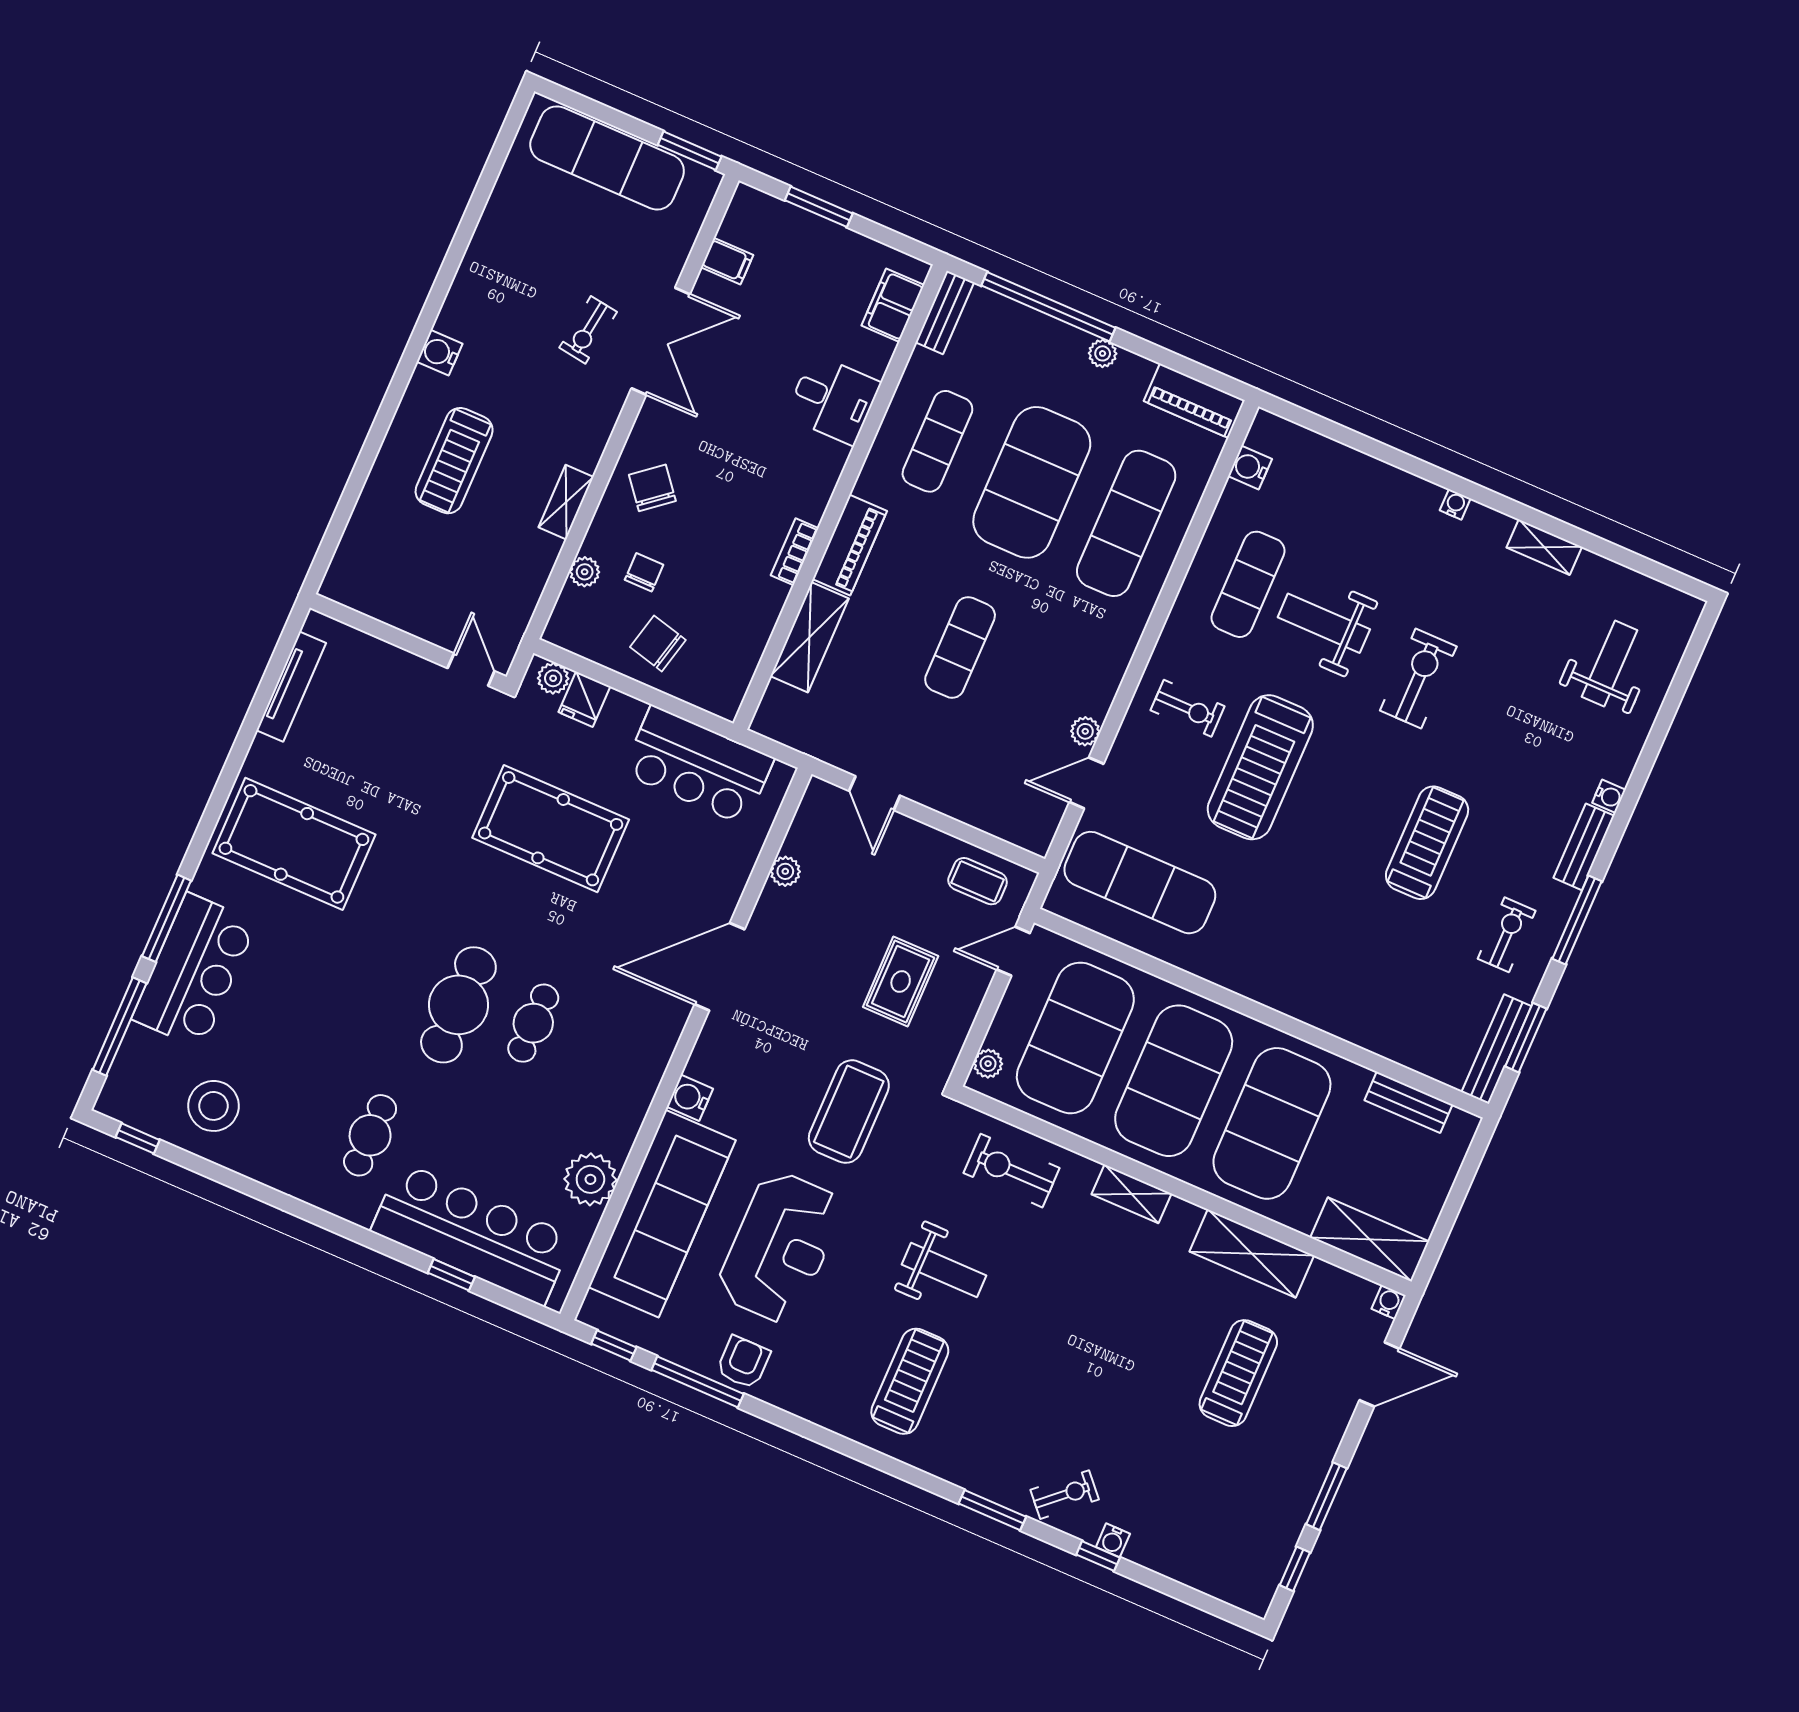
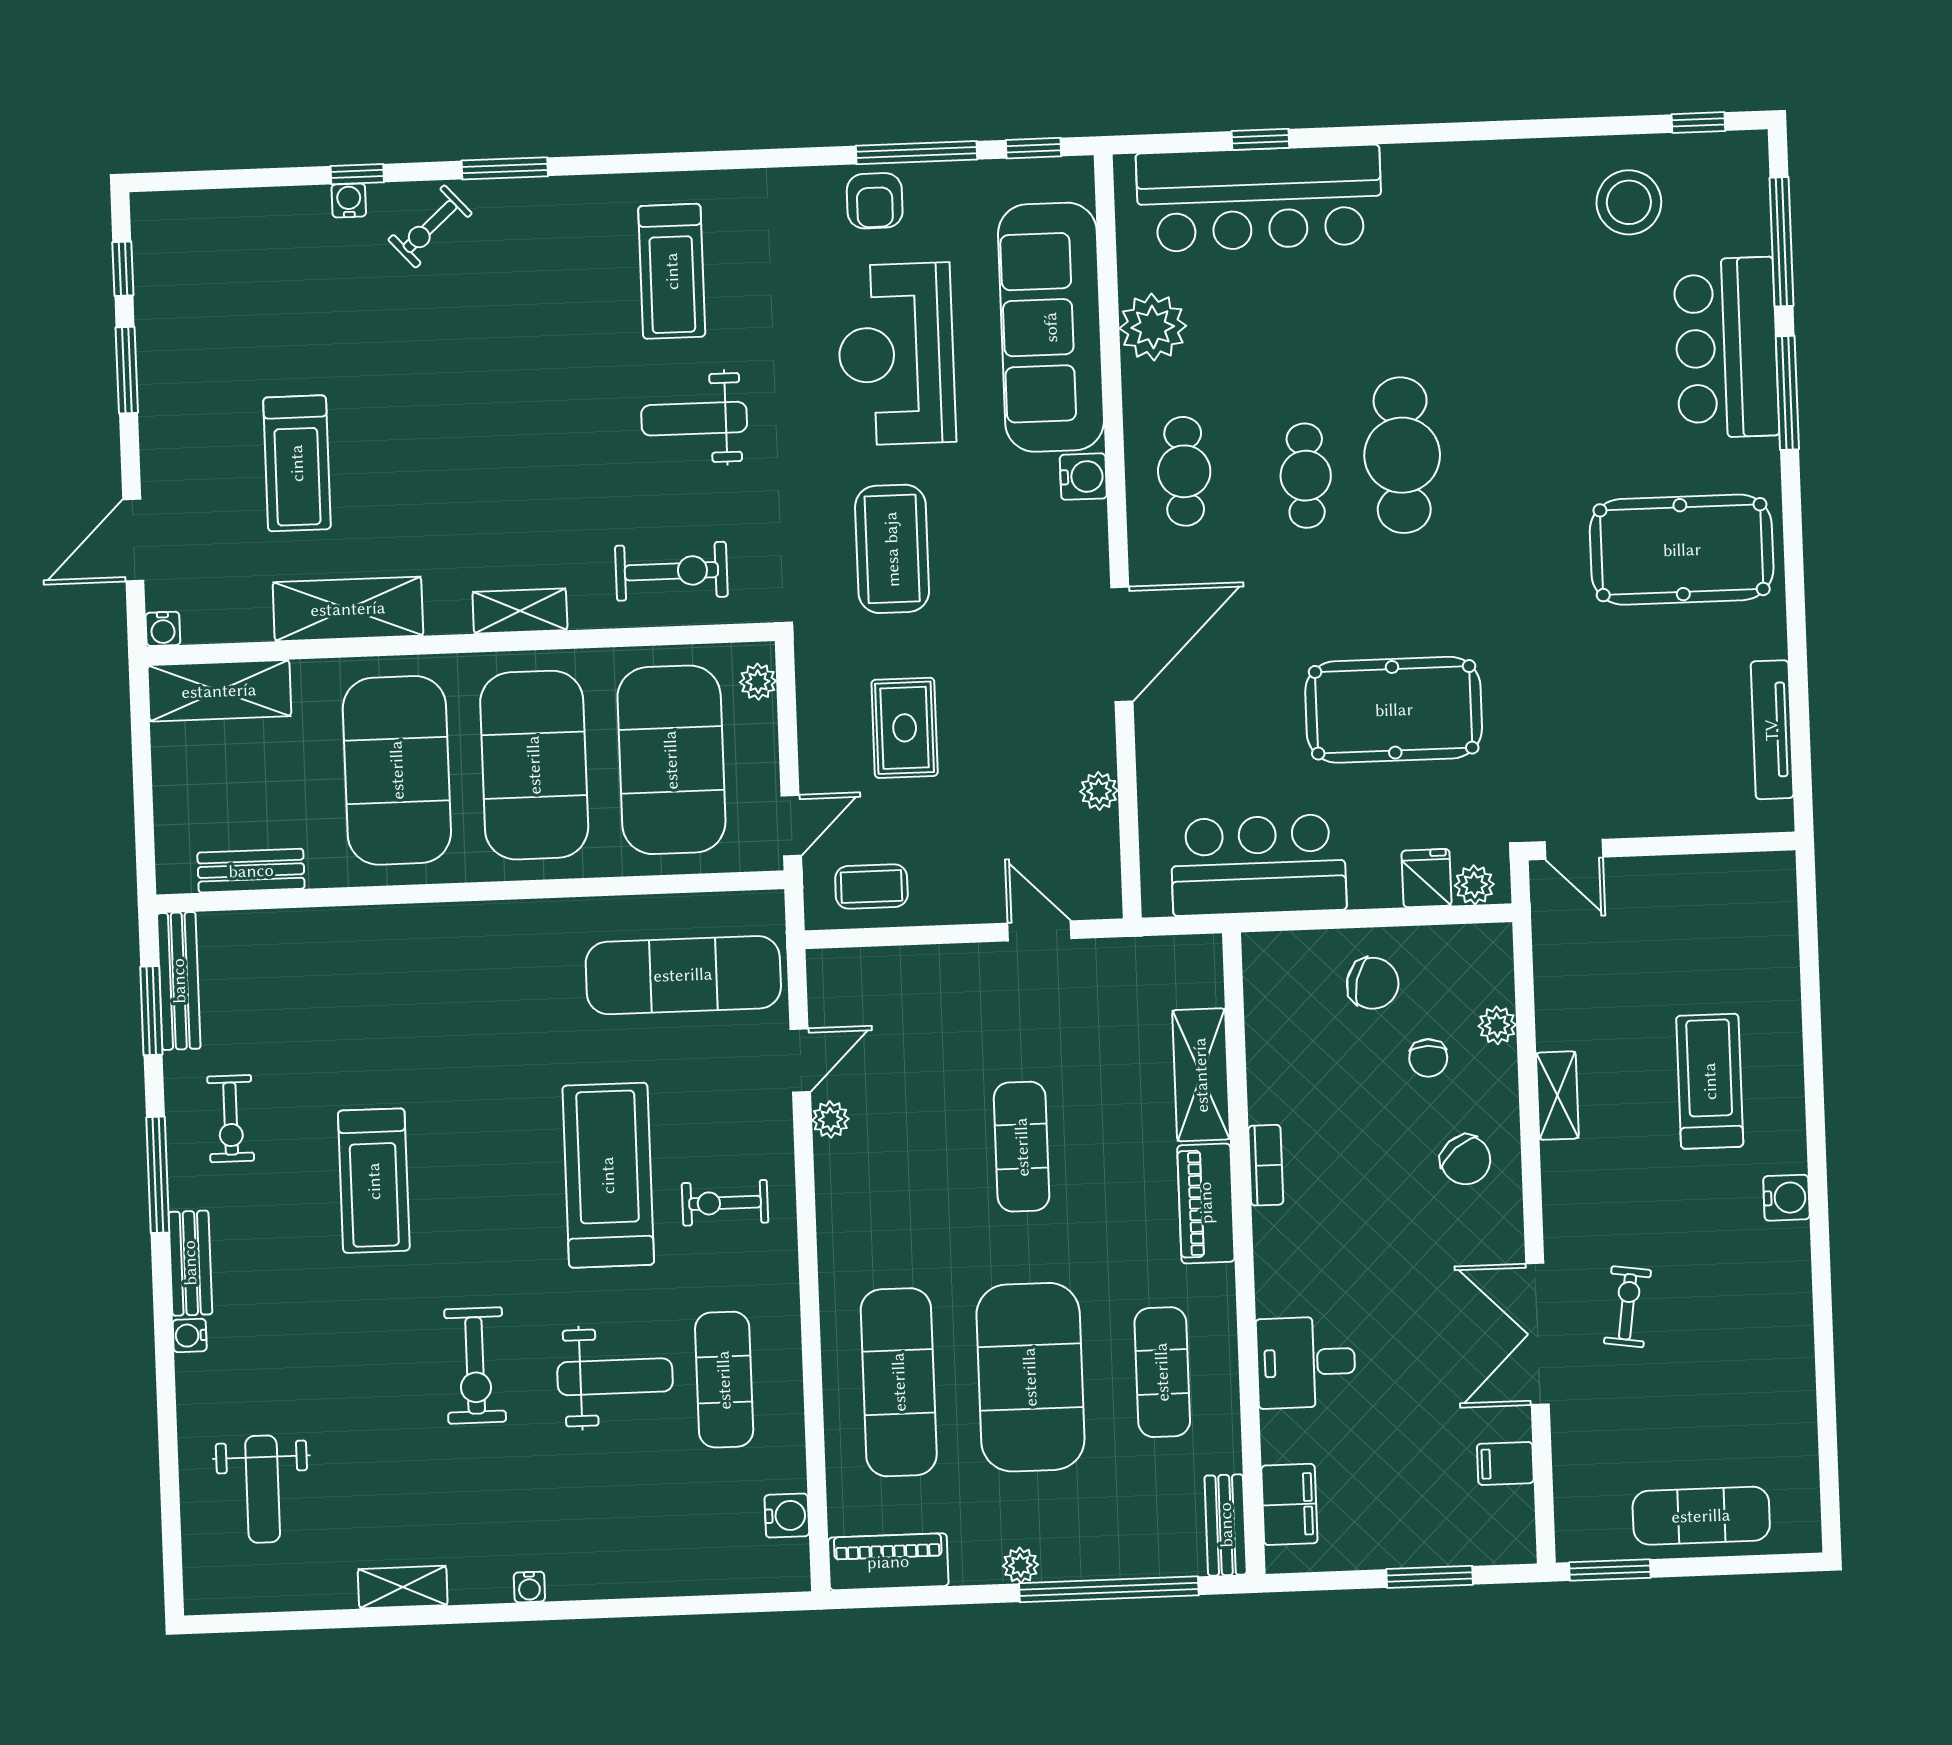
exercise mat: (607, 158) -> (1701, 1516), width x0.73, depth x0.69
cafe table: (370, 1135) -> (1184, 471), moved

